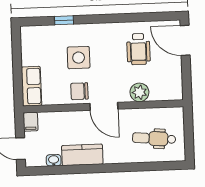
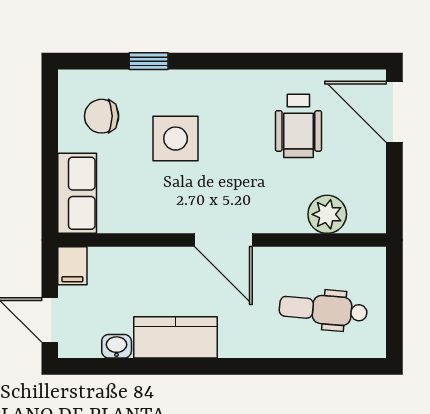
chair: (79, 91) -> (102, 116), moved
plant: (139, 92) -> (327, 214), moved

